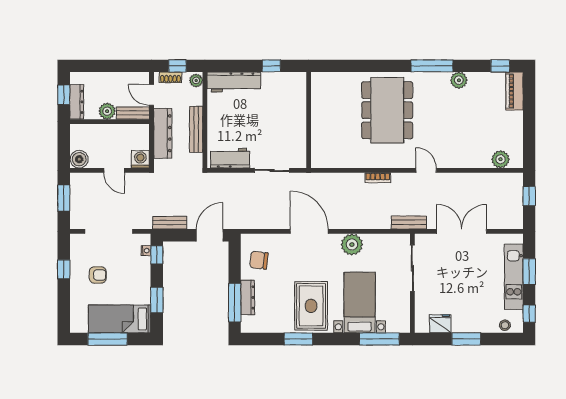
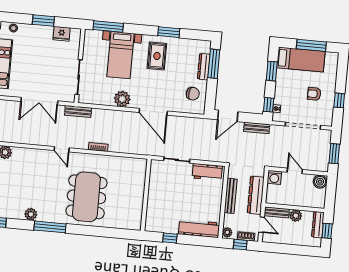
rug: (311, 306) -> (157, 56), width x0.73, depth x0.70

